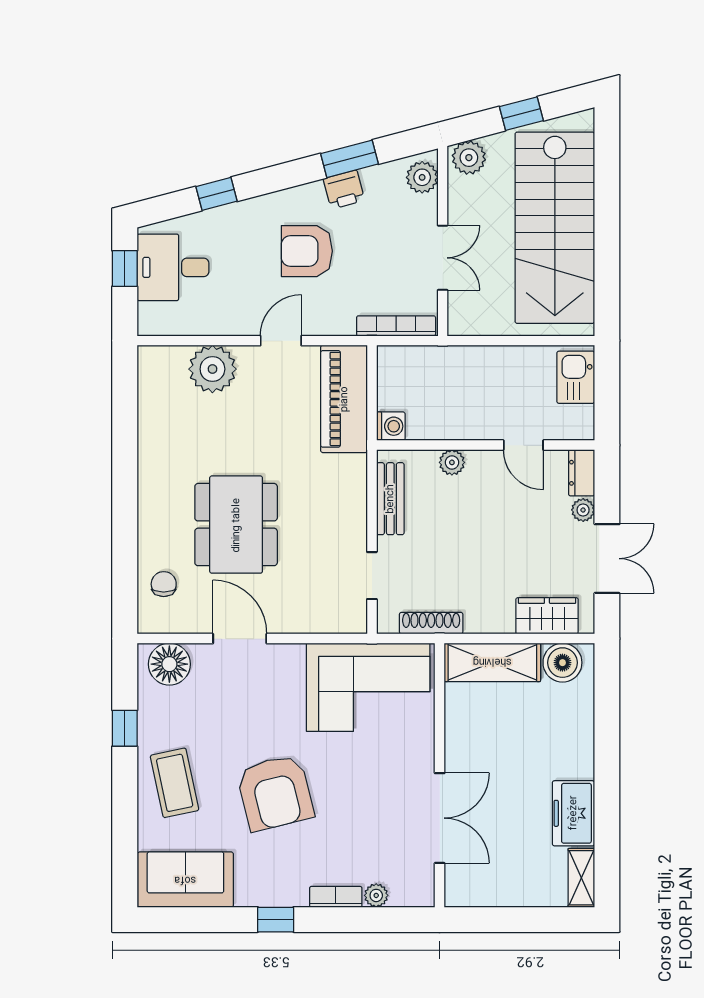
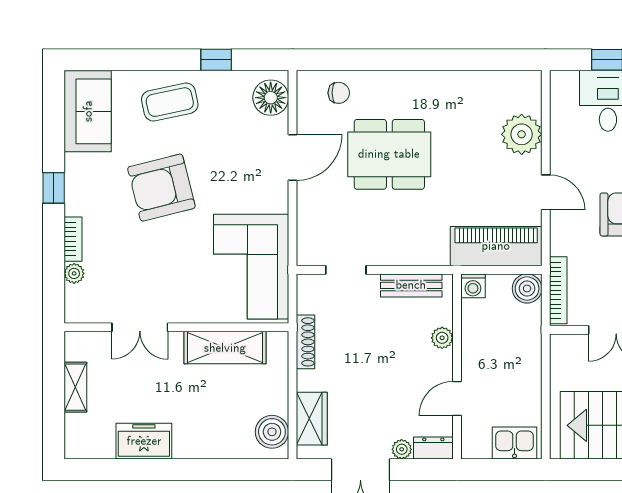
boiler: (394, 363) -> (527, 288), added
shoe rack: (431, 623) -> (306, 342), moved
shelving: (492, 662) -> (225, 348), moved, turned 90
double door: (440, 818) -> (140, 327), width x0.73
shelving: (581, 878) -> (75, 387), moved, turned 90

